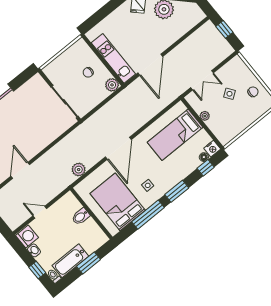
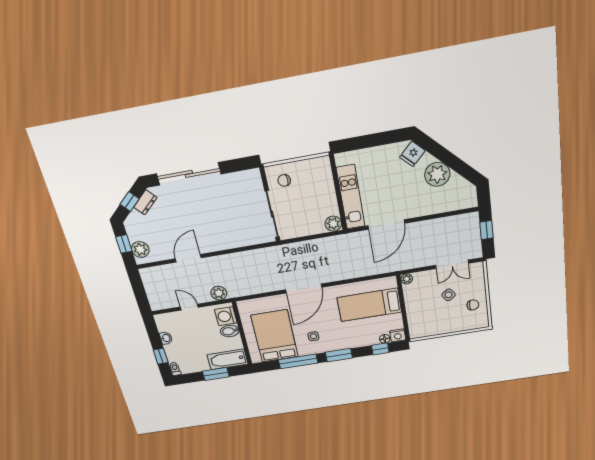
chair: (88, 72) -> (284, 180), moved
double door: (202, 80) -> (452, 264), moved
plant: (205, 116) -> (407, 279), moved
plant: (79, 170) -> (219, 293), moved
washing machine: (27, 237) -> (226, 316), moved, turned 180
bathtub: (70, 261) -> (228, 359), moved

